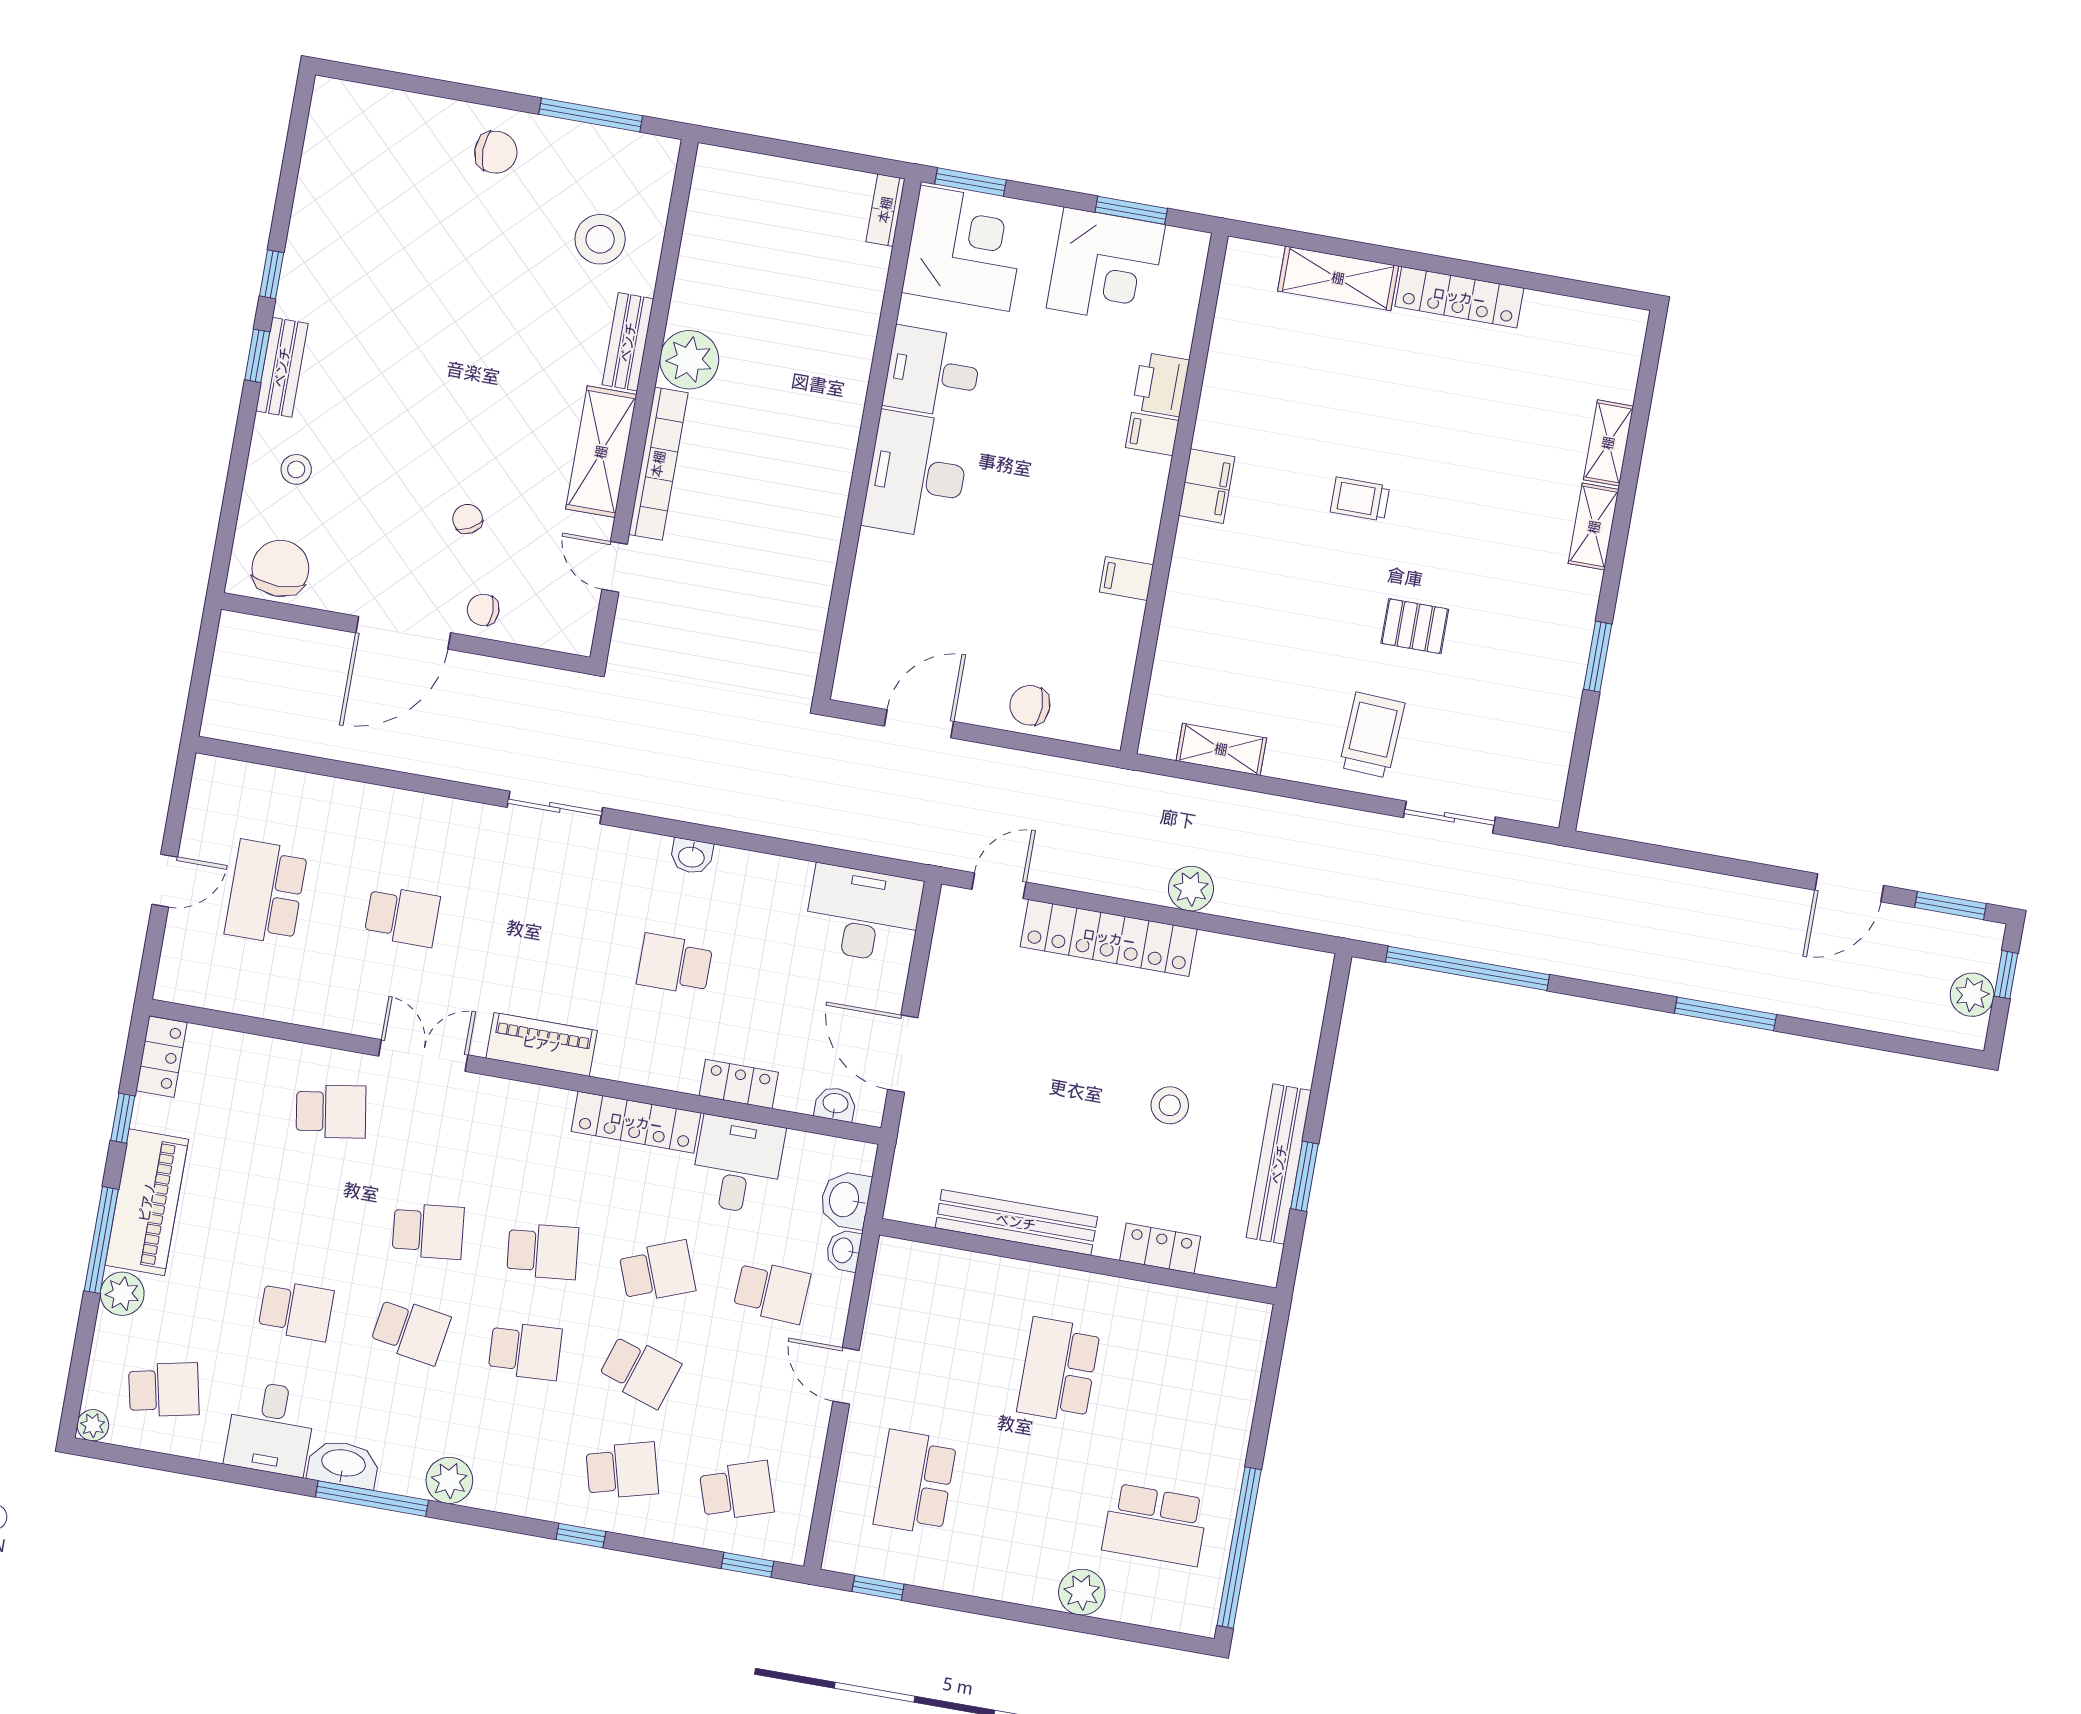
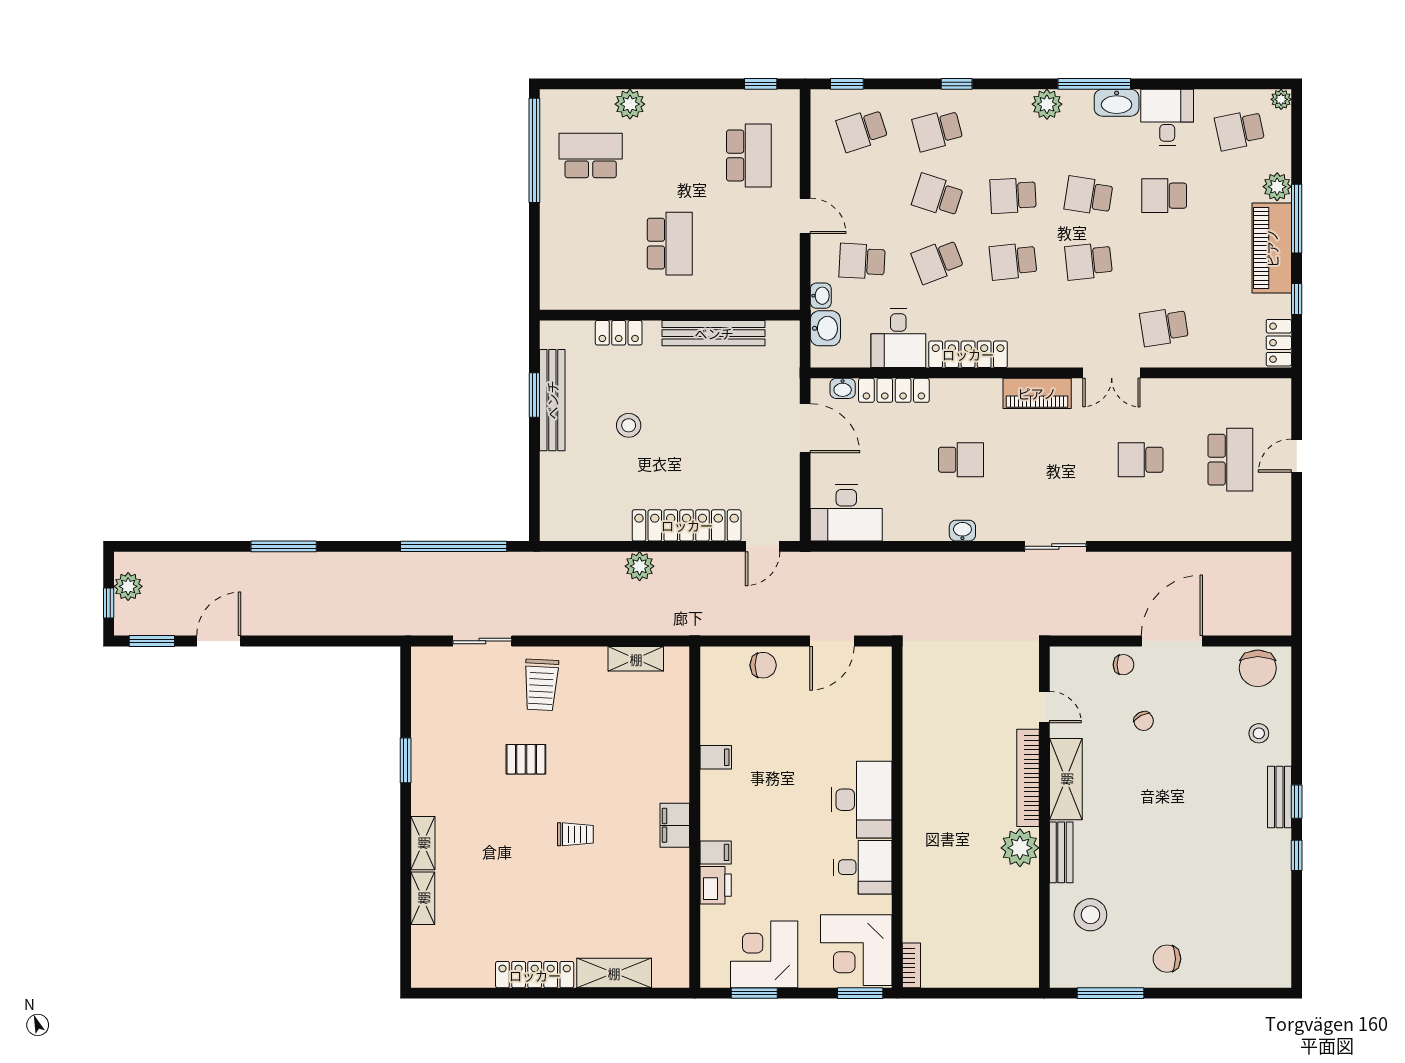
locker: (739, 1084) -> (894, 390), width x1.53

